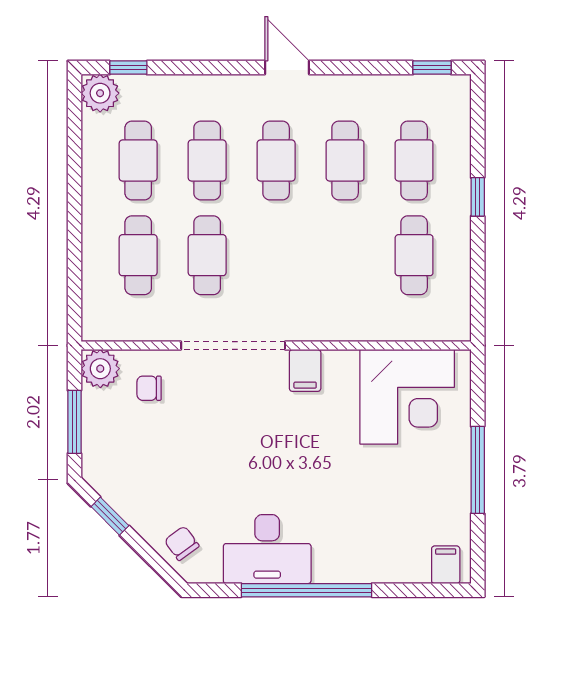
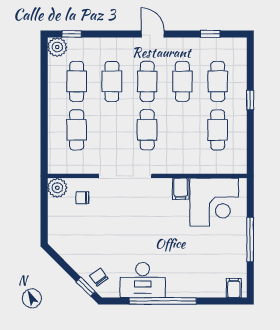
window: (432, 68) -> (210, 34), moved
cafe table: (207, 255) -> (147, 130), moved
filing cabinet: (305, 370) -> (181, 189), moved
window: (74, 422) -> (44, 215), removed
window: (110, 516) -> (86, 287), moved

